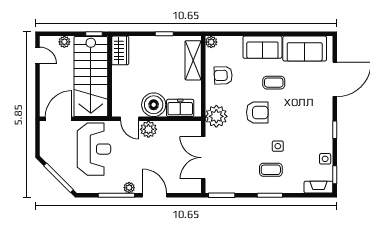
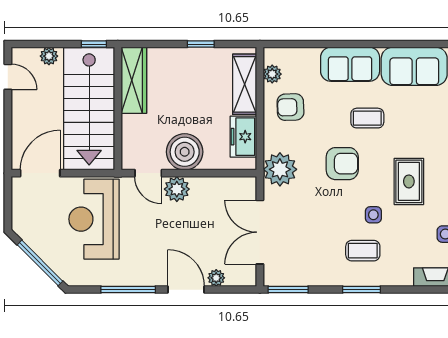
plant: (211, 42) -> (272, 74), moved
wardrobe: (120, 50) -> (134, 80), width x1.50
freezer: (180, 108) -> (243, 137), moved, turned -90
rug: (301, 124) -> (409, 181), added
reception desk: (94, 149) -> (94, 219), turned 180
plant: (129, 188) -> (216, 278), moved

